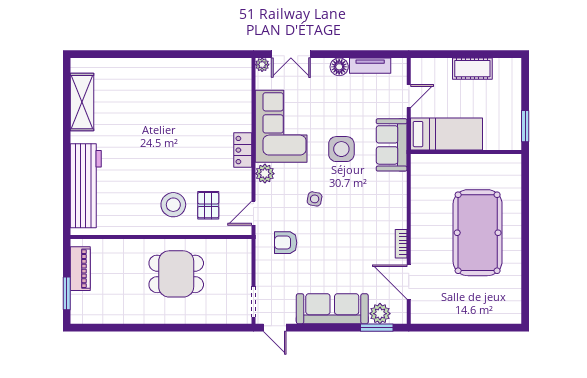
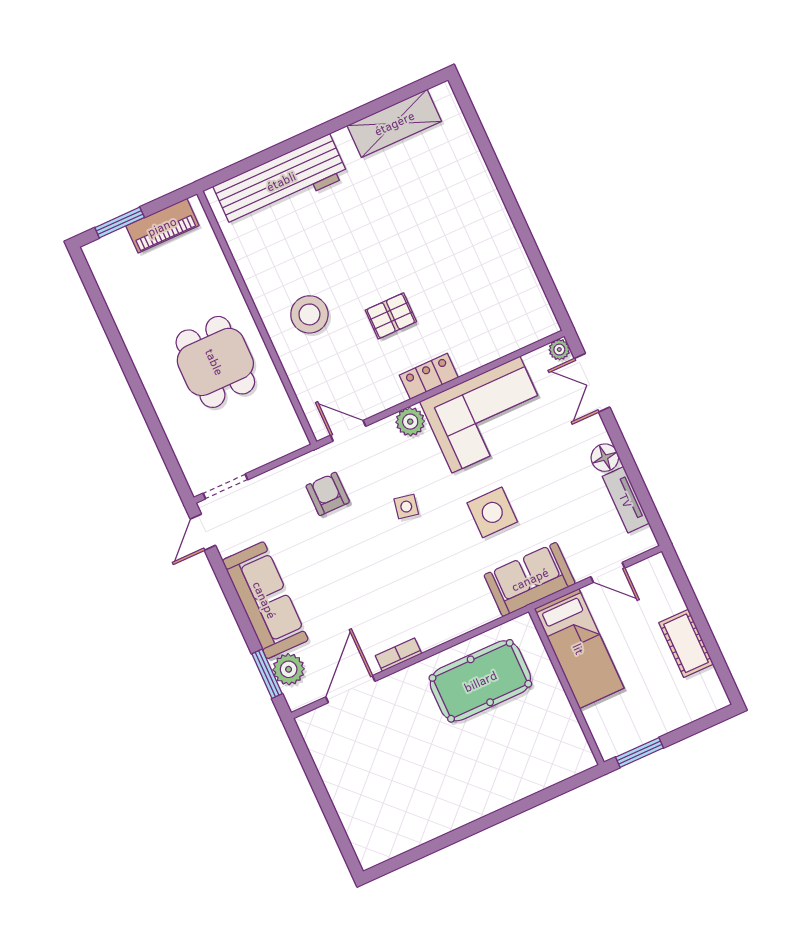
pallet: (208, 205) -> (391, 316), moved
pool table: (478, 233) -> (480, 681), moved, width x0.73, depth x0.76

